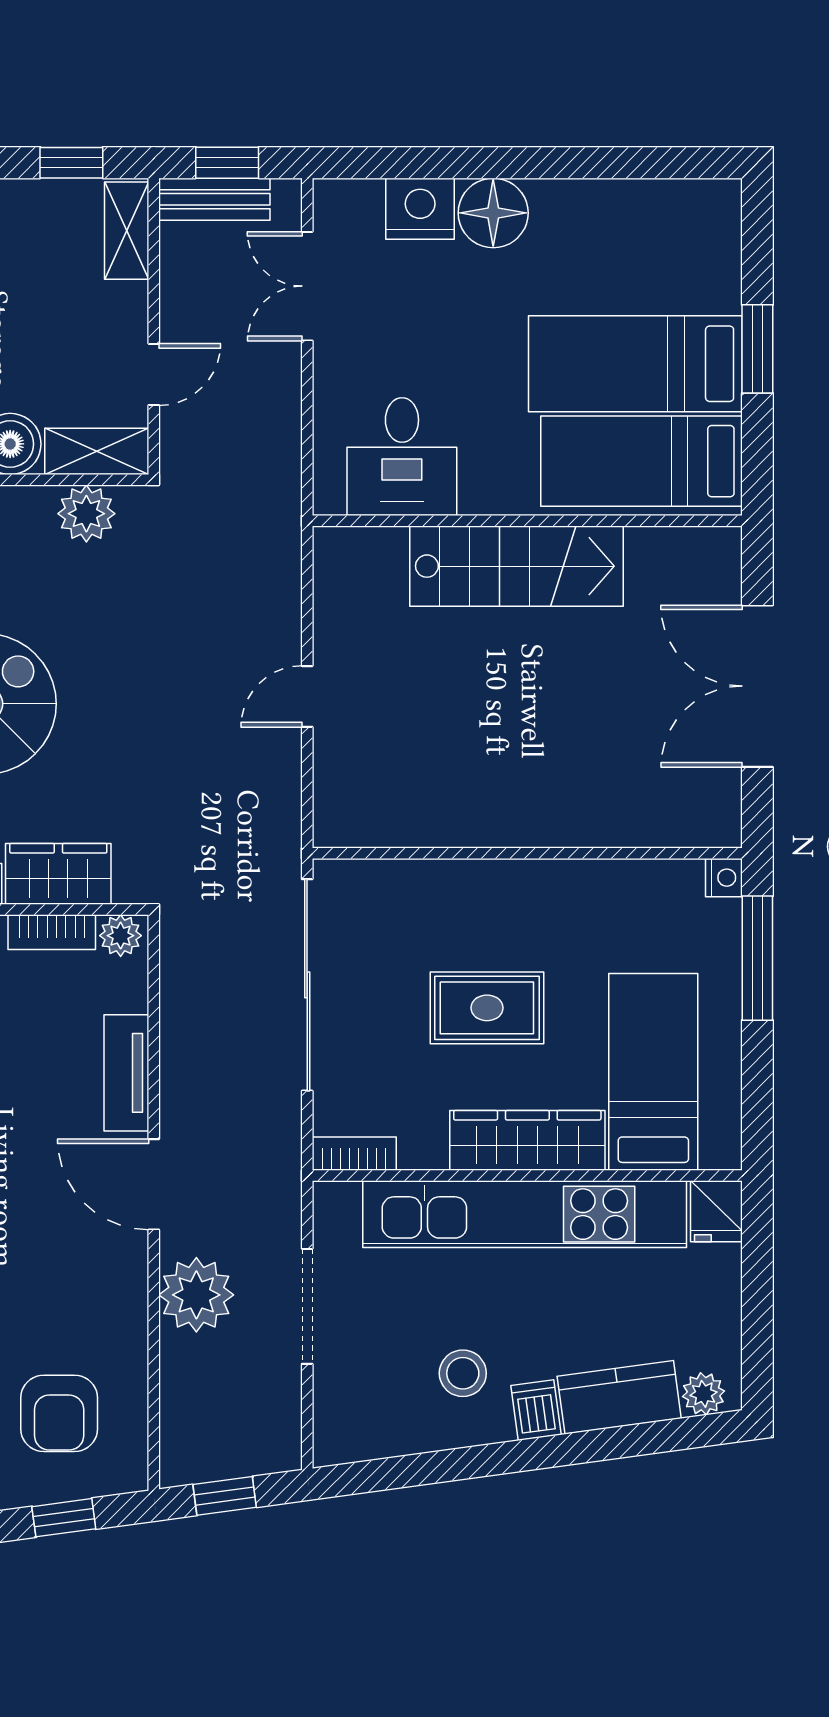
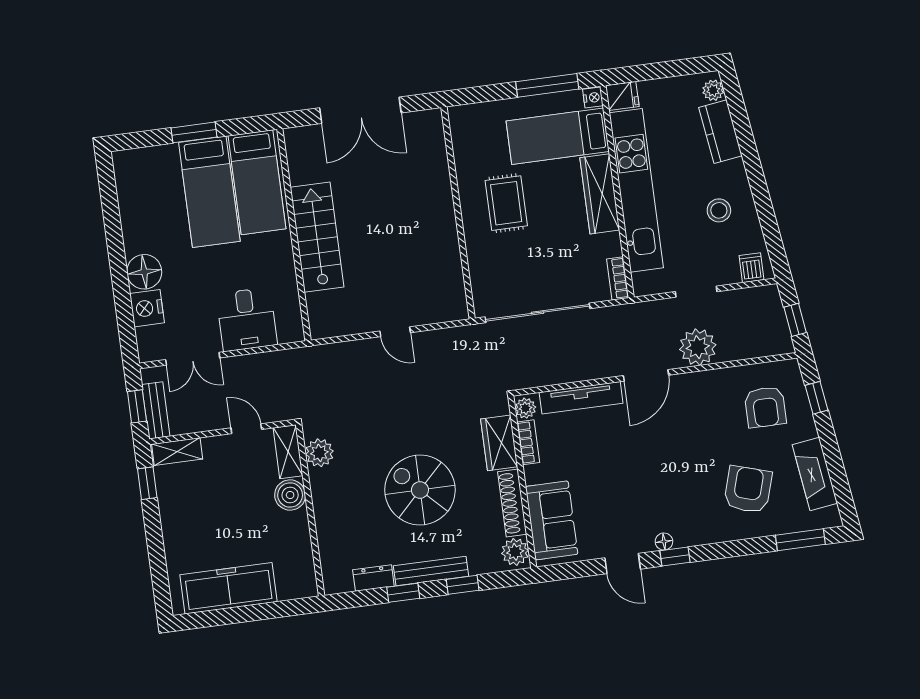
desk: (402, 457) -> (247, 319), moved, turned 90
nightstand: (724, 878) -> (593, 98), moved, turned 90
window: (757, 958) -> (547, 85), moved
rug: (487, 1008) -> (506, 203), moved
tv unit: (126, 1073) -> (581, 398), width x1.41
doorway: (307, 1306) -> (696, 292), width x0.73
dishwasher: (536, 1410) -> (751, 268), moved, turned 98
armchair: (59, 1413) -> (765, 407), turned 90

